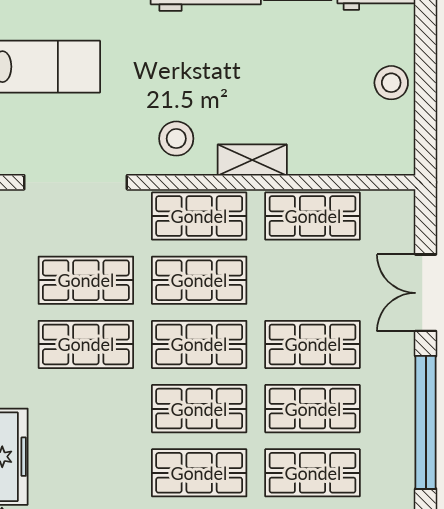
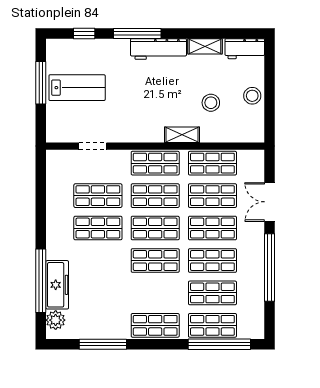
stool: (176, 139) -> (211, 103), moved
doorway: (76, 182) -> (93, 146), width x0.53
shop shelf: (199, 473) -> (212, 196), moved

